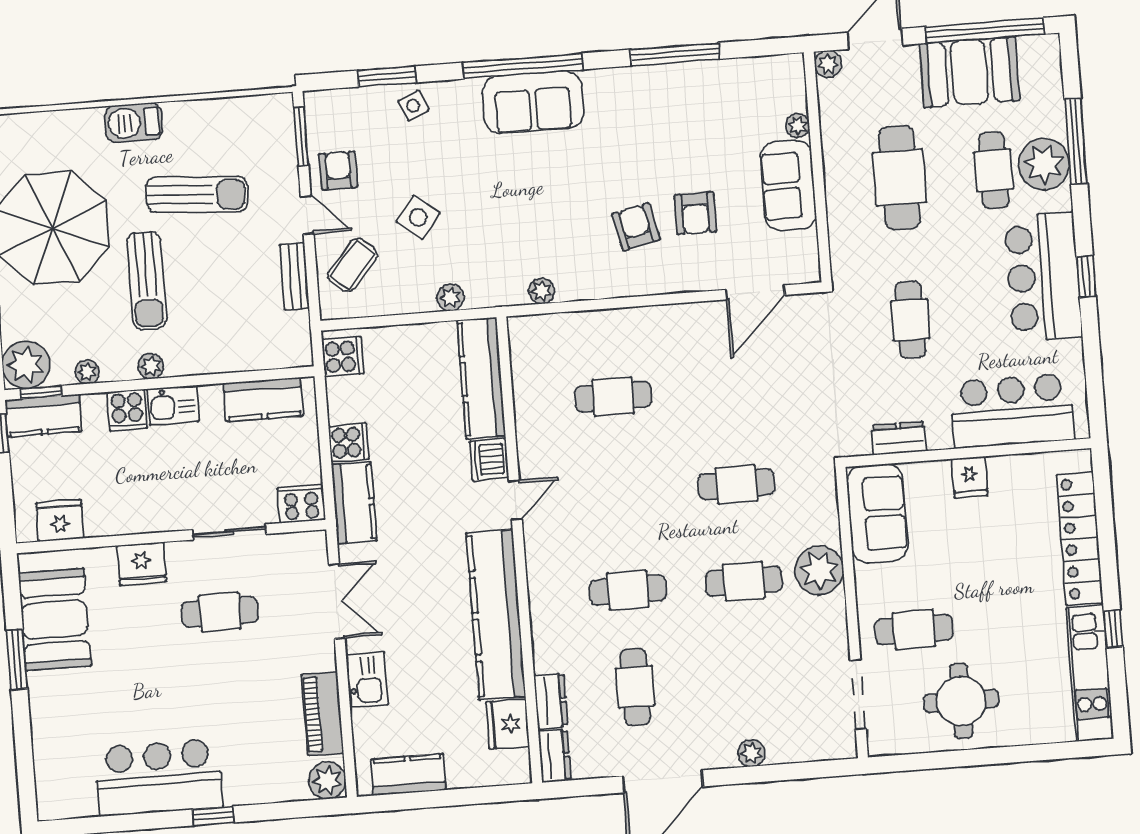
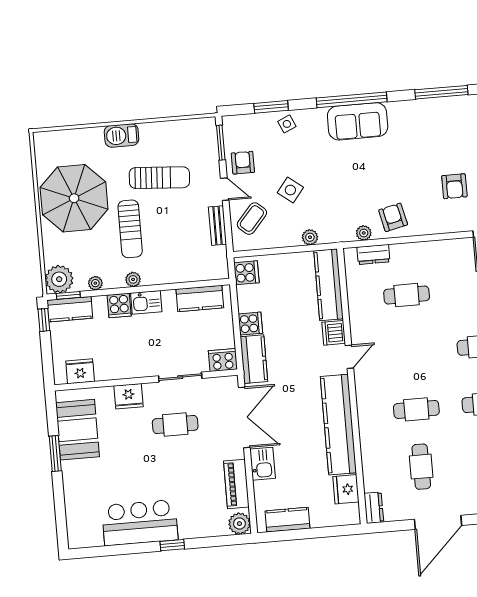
armchair: (636, 227) -> (393, 217), moved
double door: (337, 601) -> (244, 417), width x1.37
dresser: (551, 701) -> (373, 254), moved, turned 90

